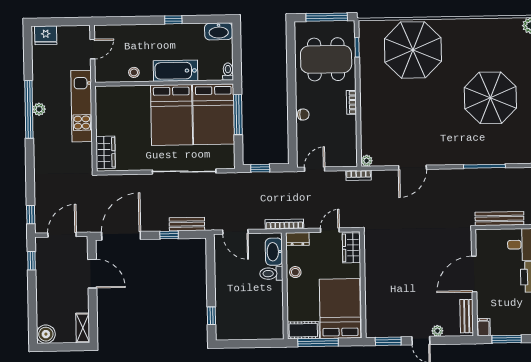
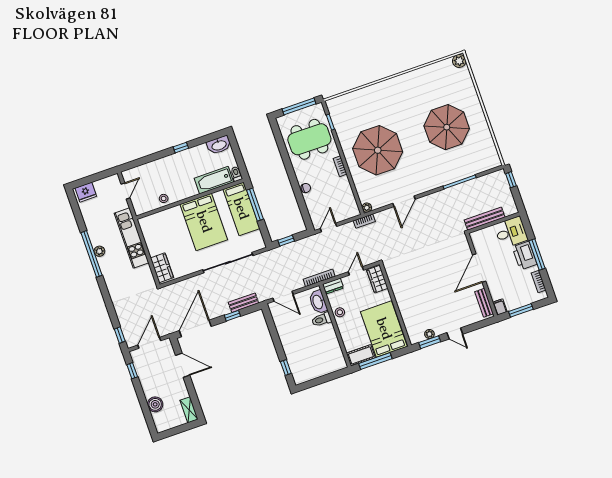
parasol: (413, 50) -> (378, 150), moved
bathtub: (175, 71) -> (214, 180), moved
bed: (214, 114) -> (241, 209), width x0.67
plant: (437, 331) -> (429, 334), moved
boiler: (46, 334) -> (155, 404), moved

